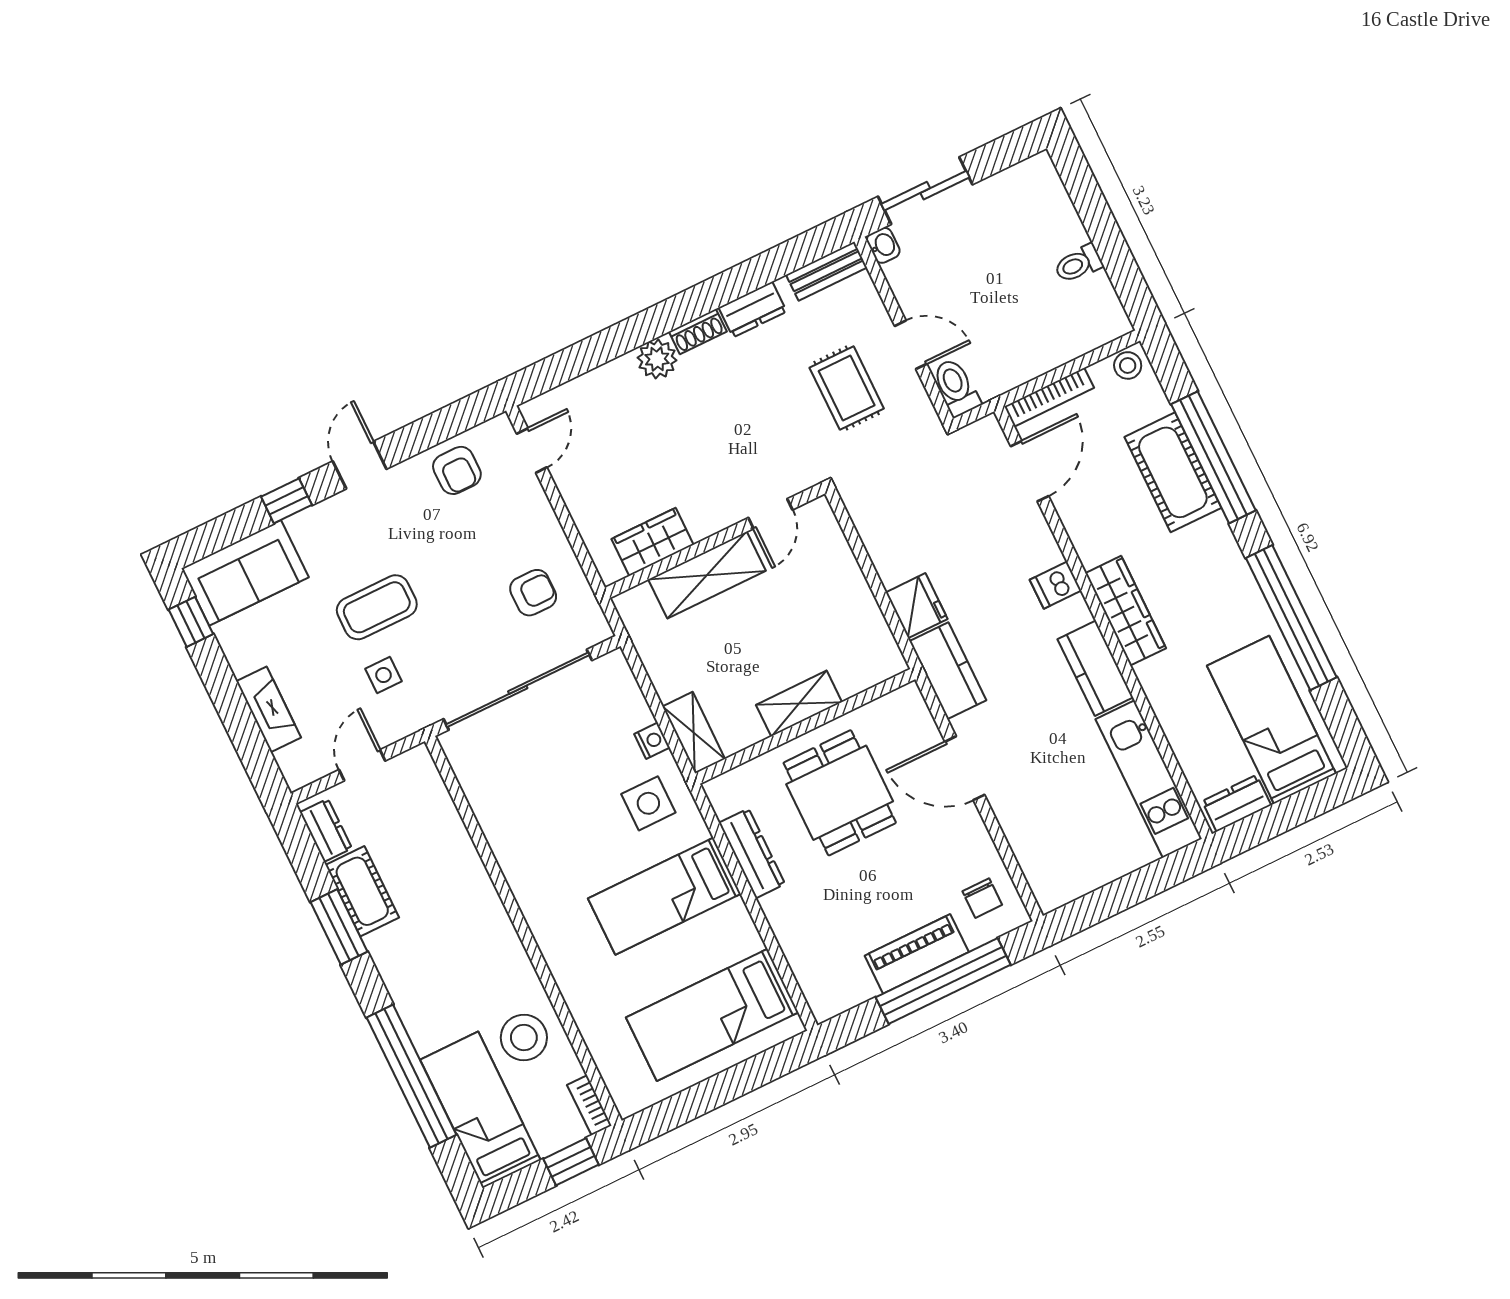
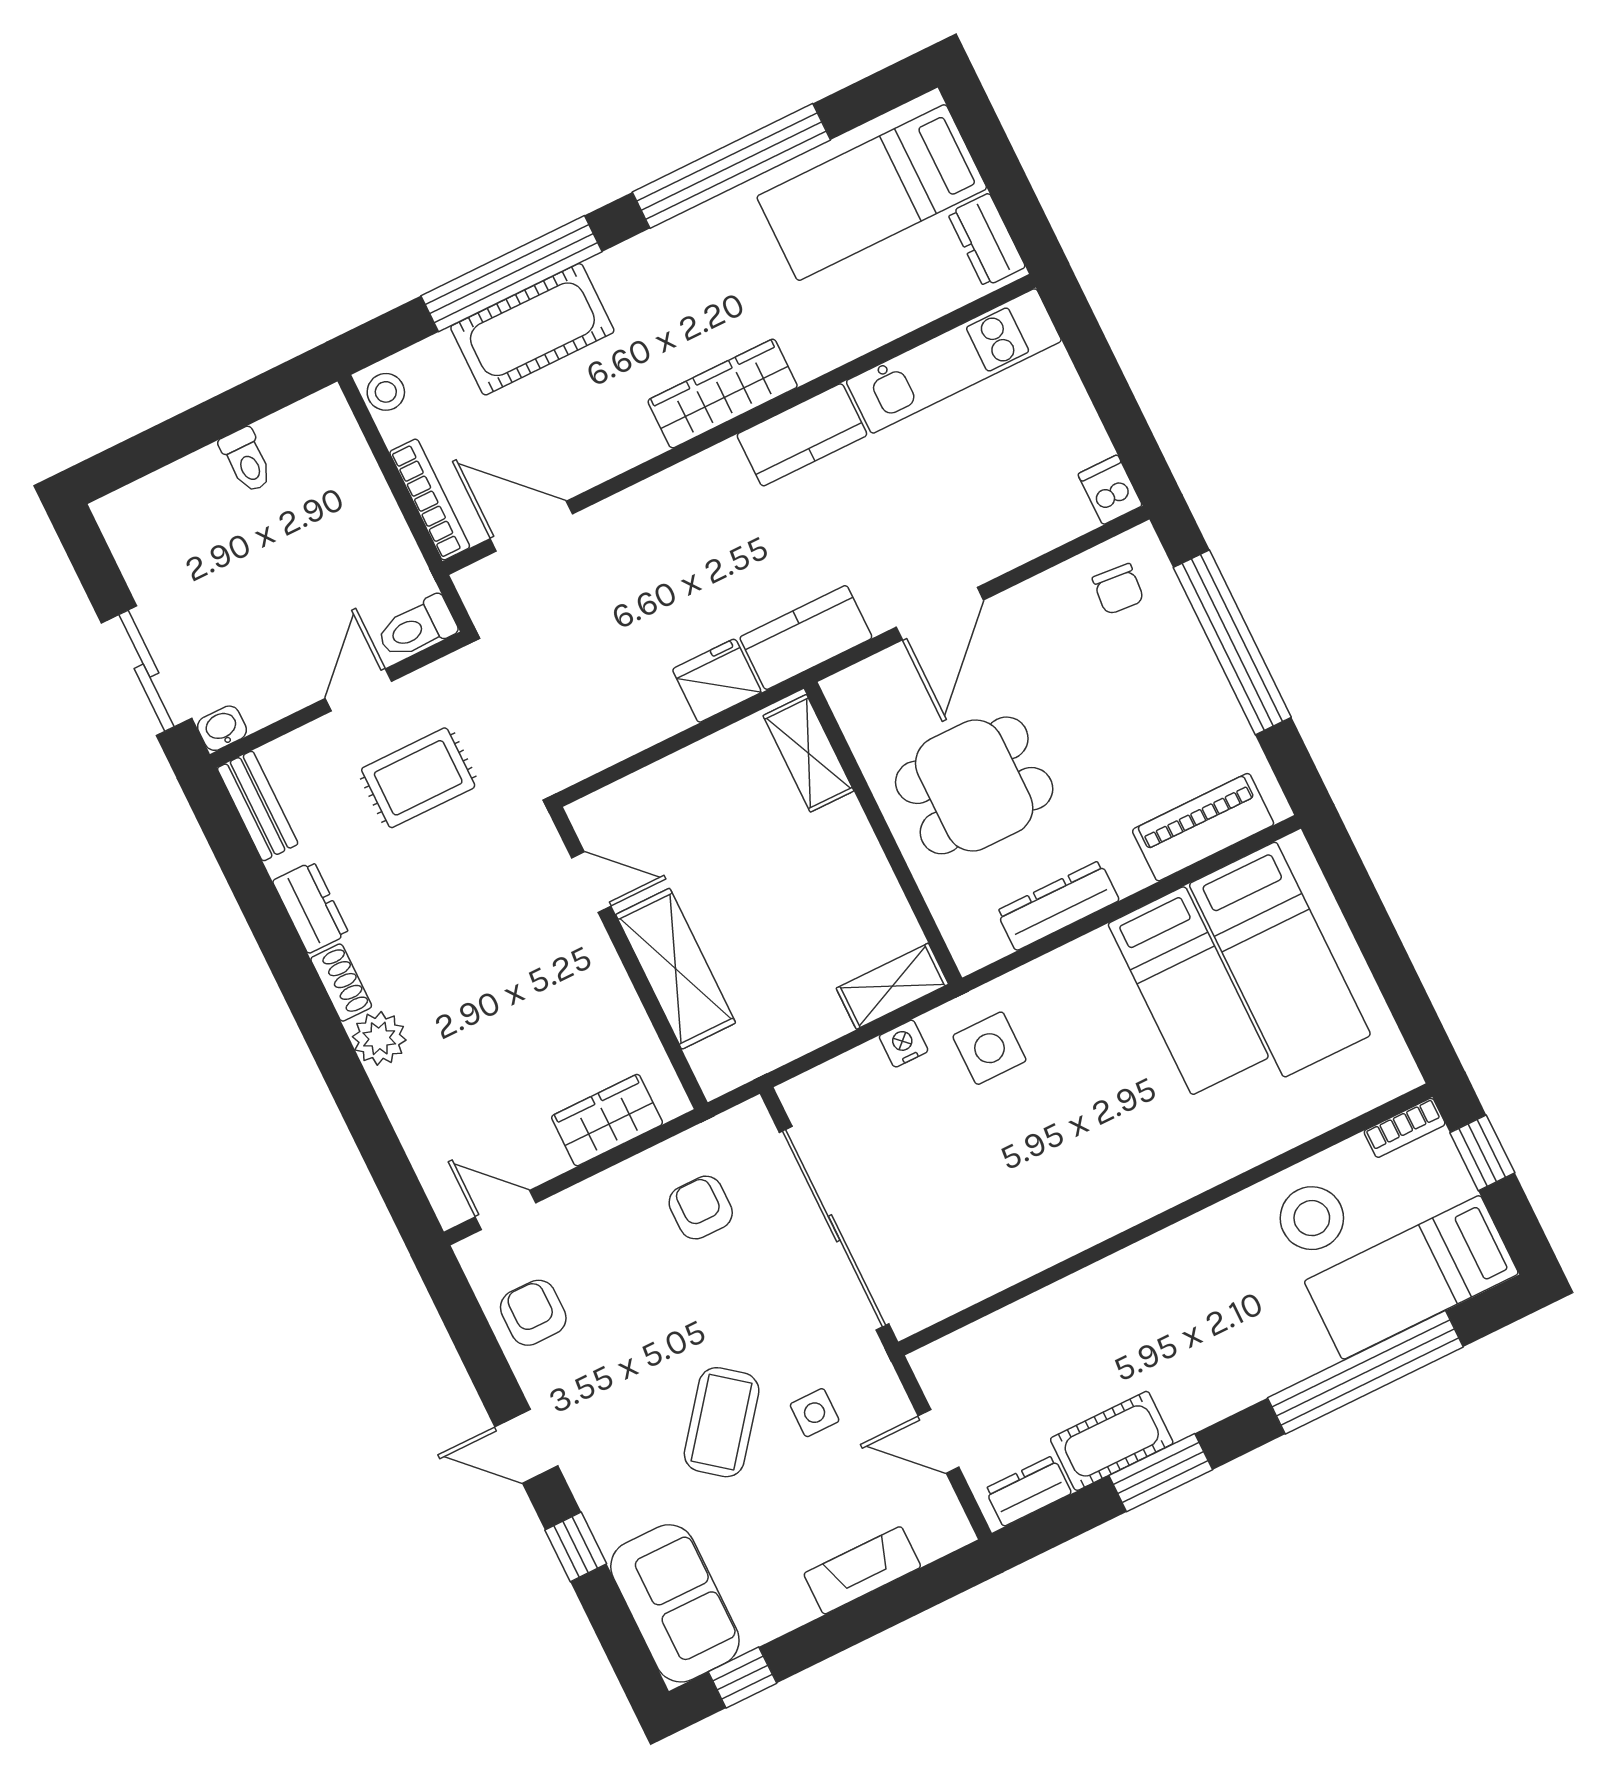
armchair: (457, 470) -> (533, 1313), turned -90
wardrobe: (653, 542) -> (607, 1120), moved, turned 90
dishwasher: (1056, 585) -> (1110, 490), moved, turned 180
coffee table: (377, 607) -> (722, 1422), turned 38
shelving: (799, 704) -> (808, 753), moved
bed: (664, 896) -> (1188, 991), moved
chair: (982, 898) -> (1118, 589), turned 95
piano: (917, 954) -> (1203, 827), moved, turned 90

